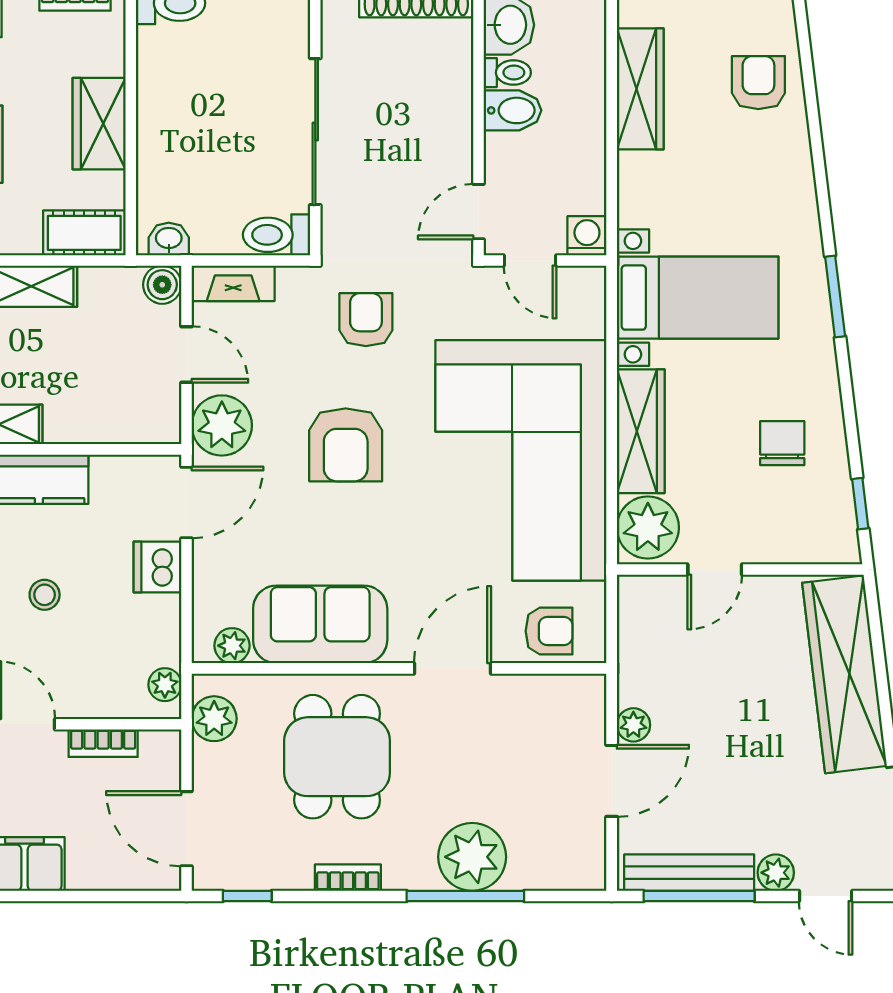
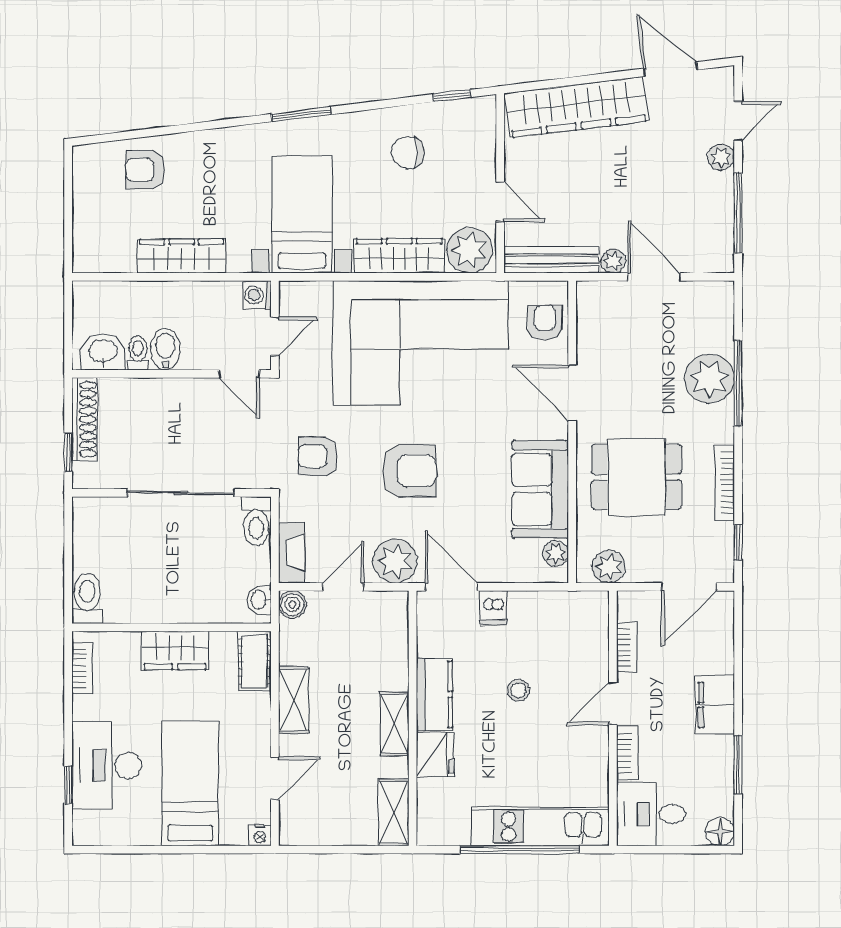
wardrobe: (640, 89) -> (182, 256), moved
dishwasher: (158, 567) -> (493, 608), width x0.73
plant: (165, 685) -> (584, 603), removed
bench: (689, 873) -> (551, 260), moved, turned 90
bookcase: (348, 878) -> (725, 483), width x1.56

